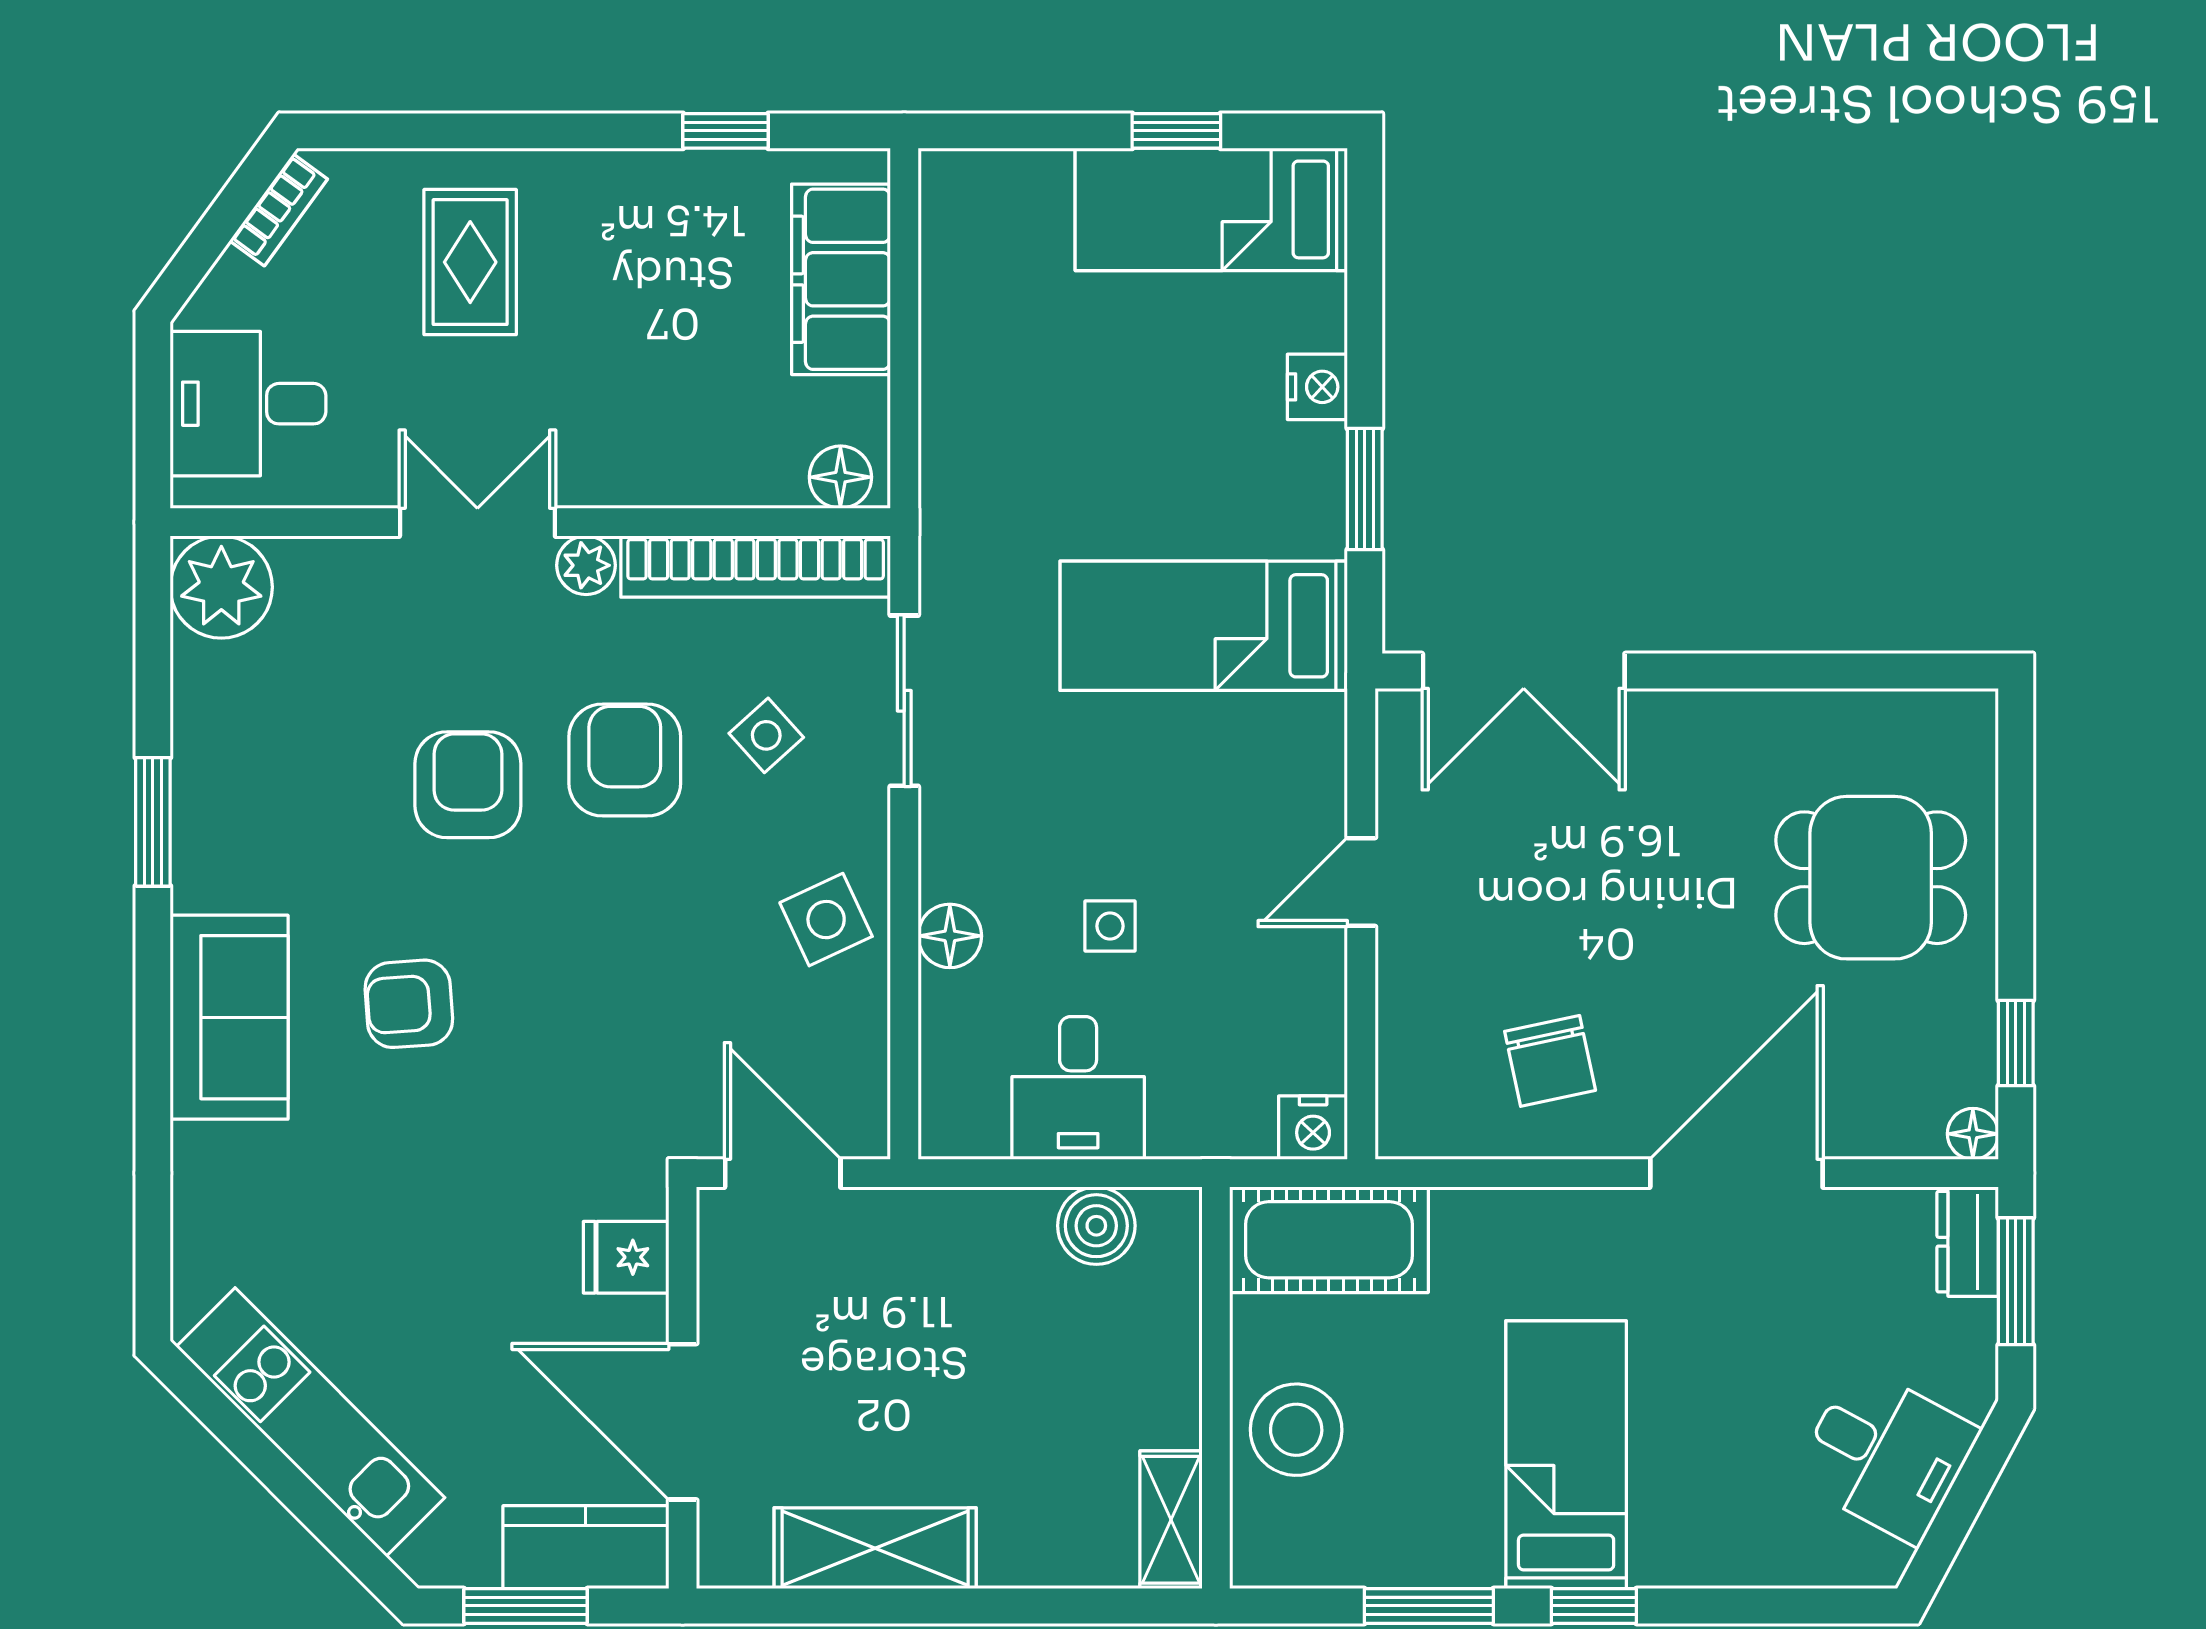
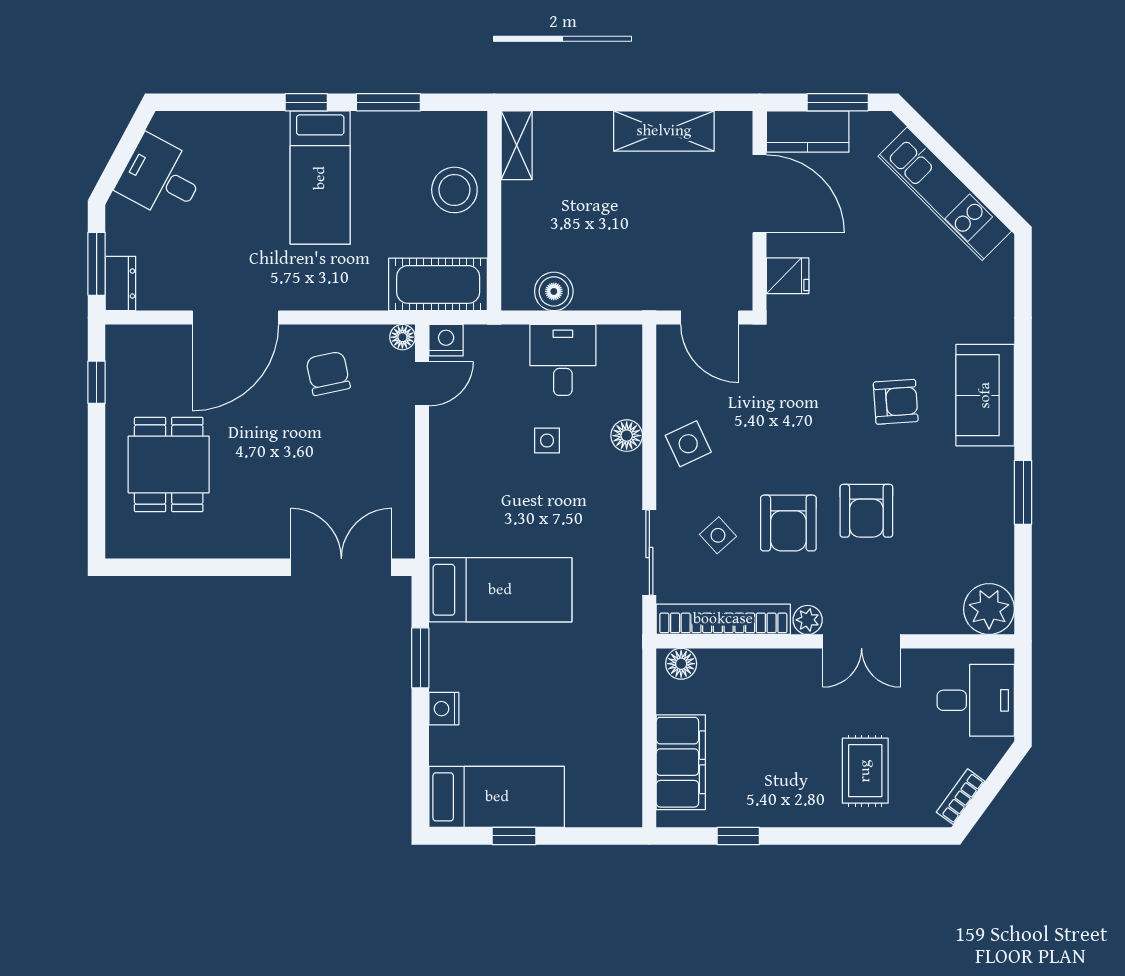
dining table: (1871, 878) -> (169, 465), turned 90
door: (1361, 882) -> (422, 384), moved
floor lamp: (1973, 1134) -> (402, 337), moved

